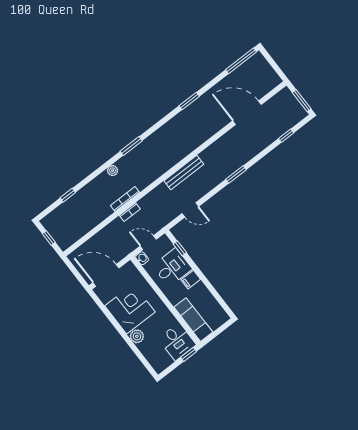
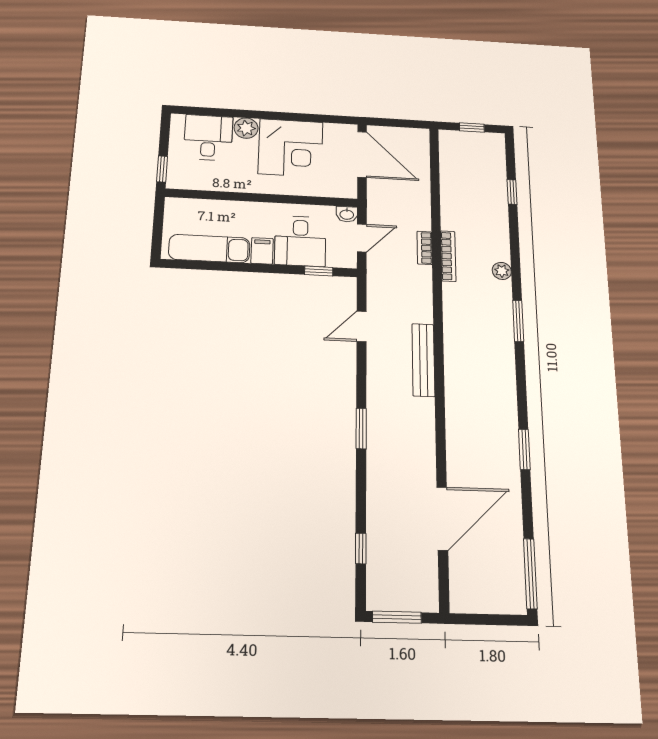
door: (106, 275) -> (362, 155), hinge flipped
exam couch: (193, 320) -> (209, 249), moved, turned 180
desk: (177, 342) -> (208, 138), moved, turned 90

